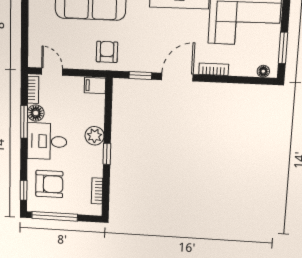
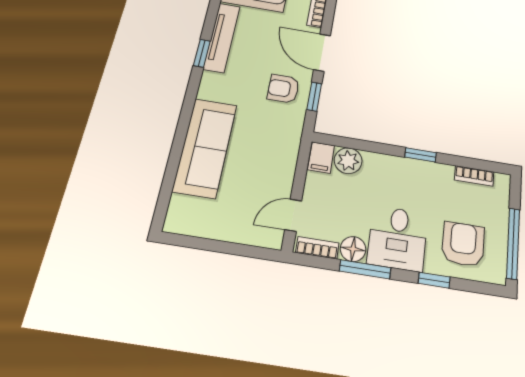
armchair: (107, 52) -> (283, 89), moved
plant: (95, 136) -> (348, 161), moved
window: (24, 190) -> (434, 280), moved

